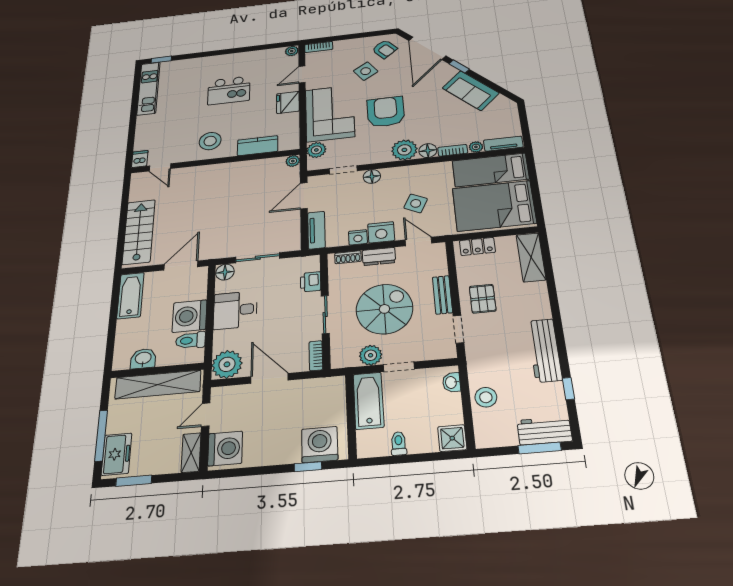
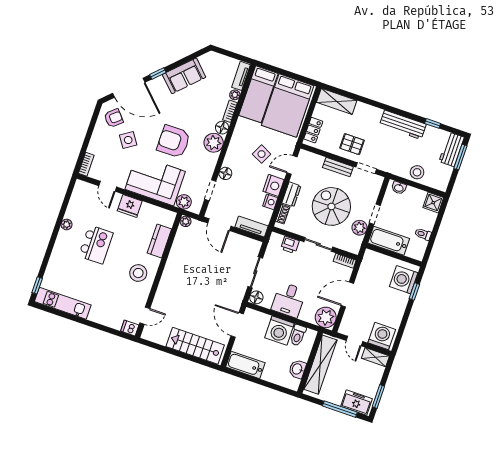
plant: (292, 51) -> (67, 224), moved

